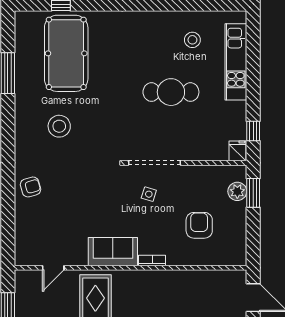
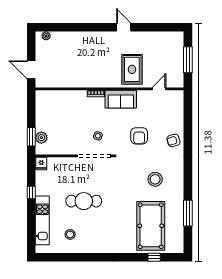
window: (253, 131) -> (31, 193), moved
armchair: (199, 225) -> (139, 136), moved

